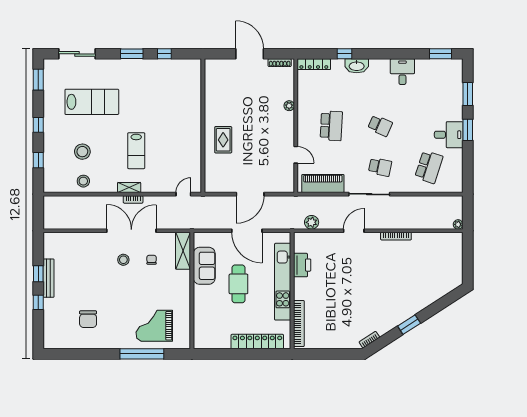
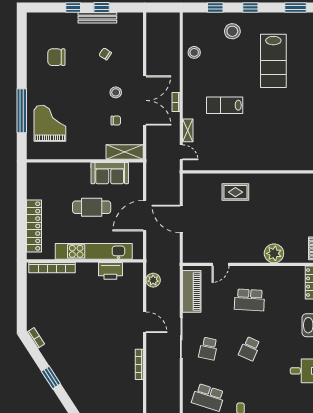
plant: (289, 106) -> (274, 253), width x1.88, depth x1.88
stool: (82, 152) -> (232, 31), moved
shelving: (129, 187) -> (188, 130), moved
chair: (85, 270) -> (105, 54), added

